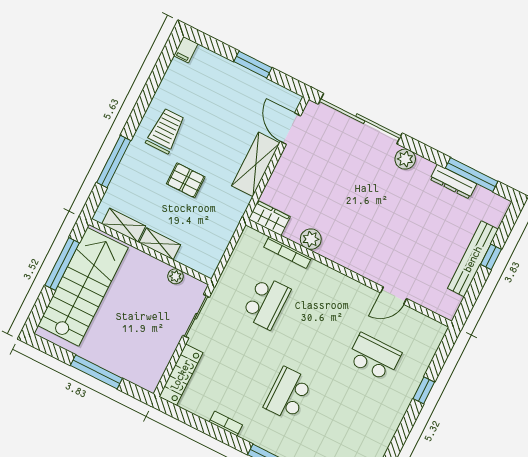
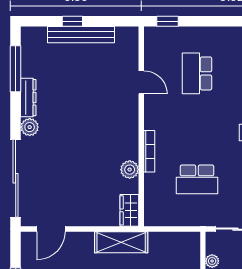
shelving: (256, 164) -> (121, 242), moved
dresser: (453, 182) -> (28, 98), moved
bookcase: (288, 252) -> (149, 151), moved
school desk: (266, 303) -> (197, 179), turned 180
window: (424, 390) -> (167, 21), moved

